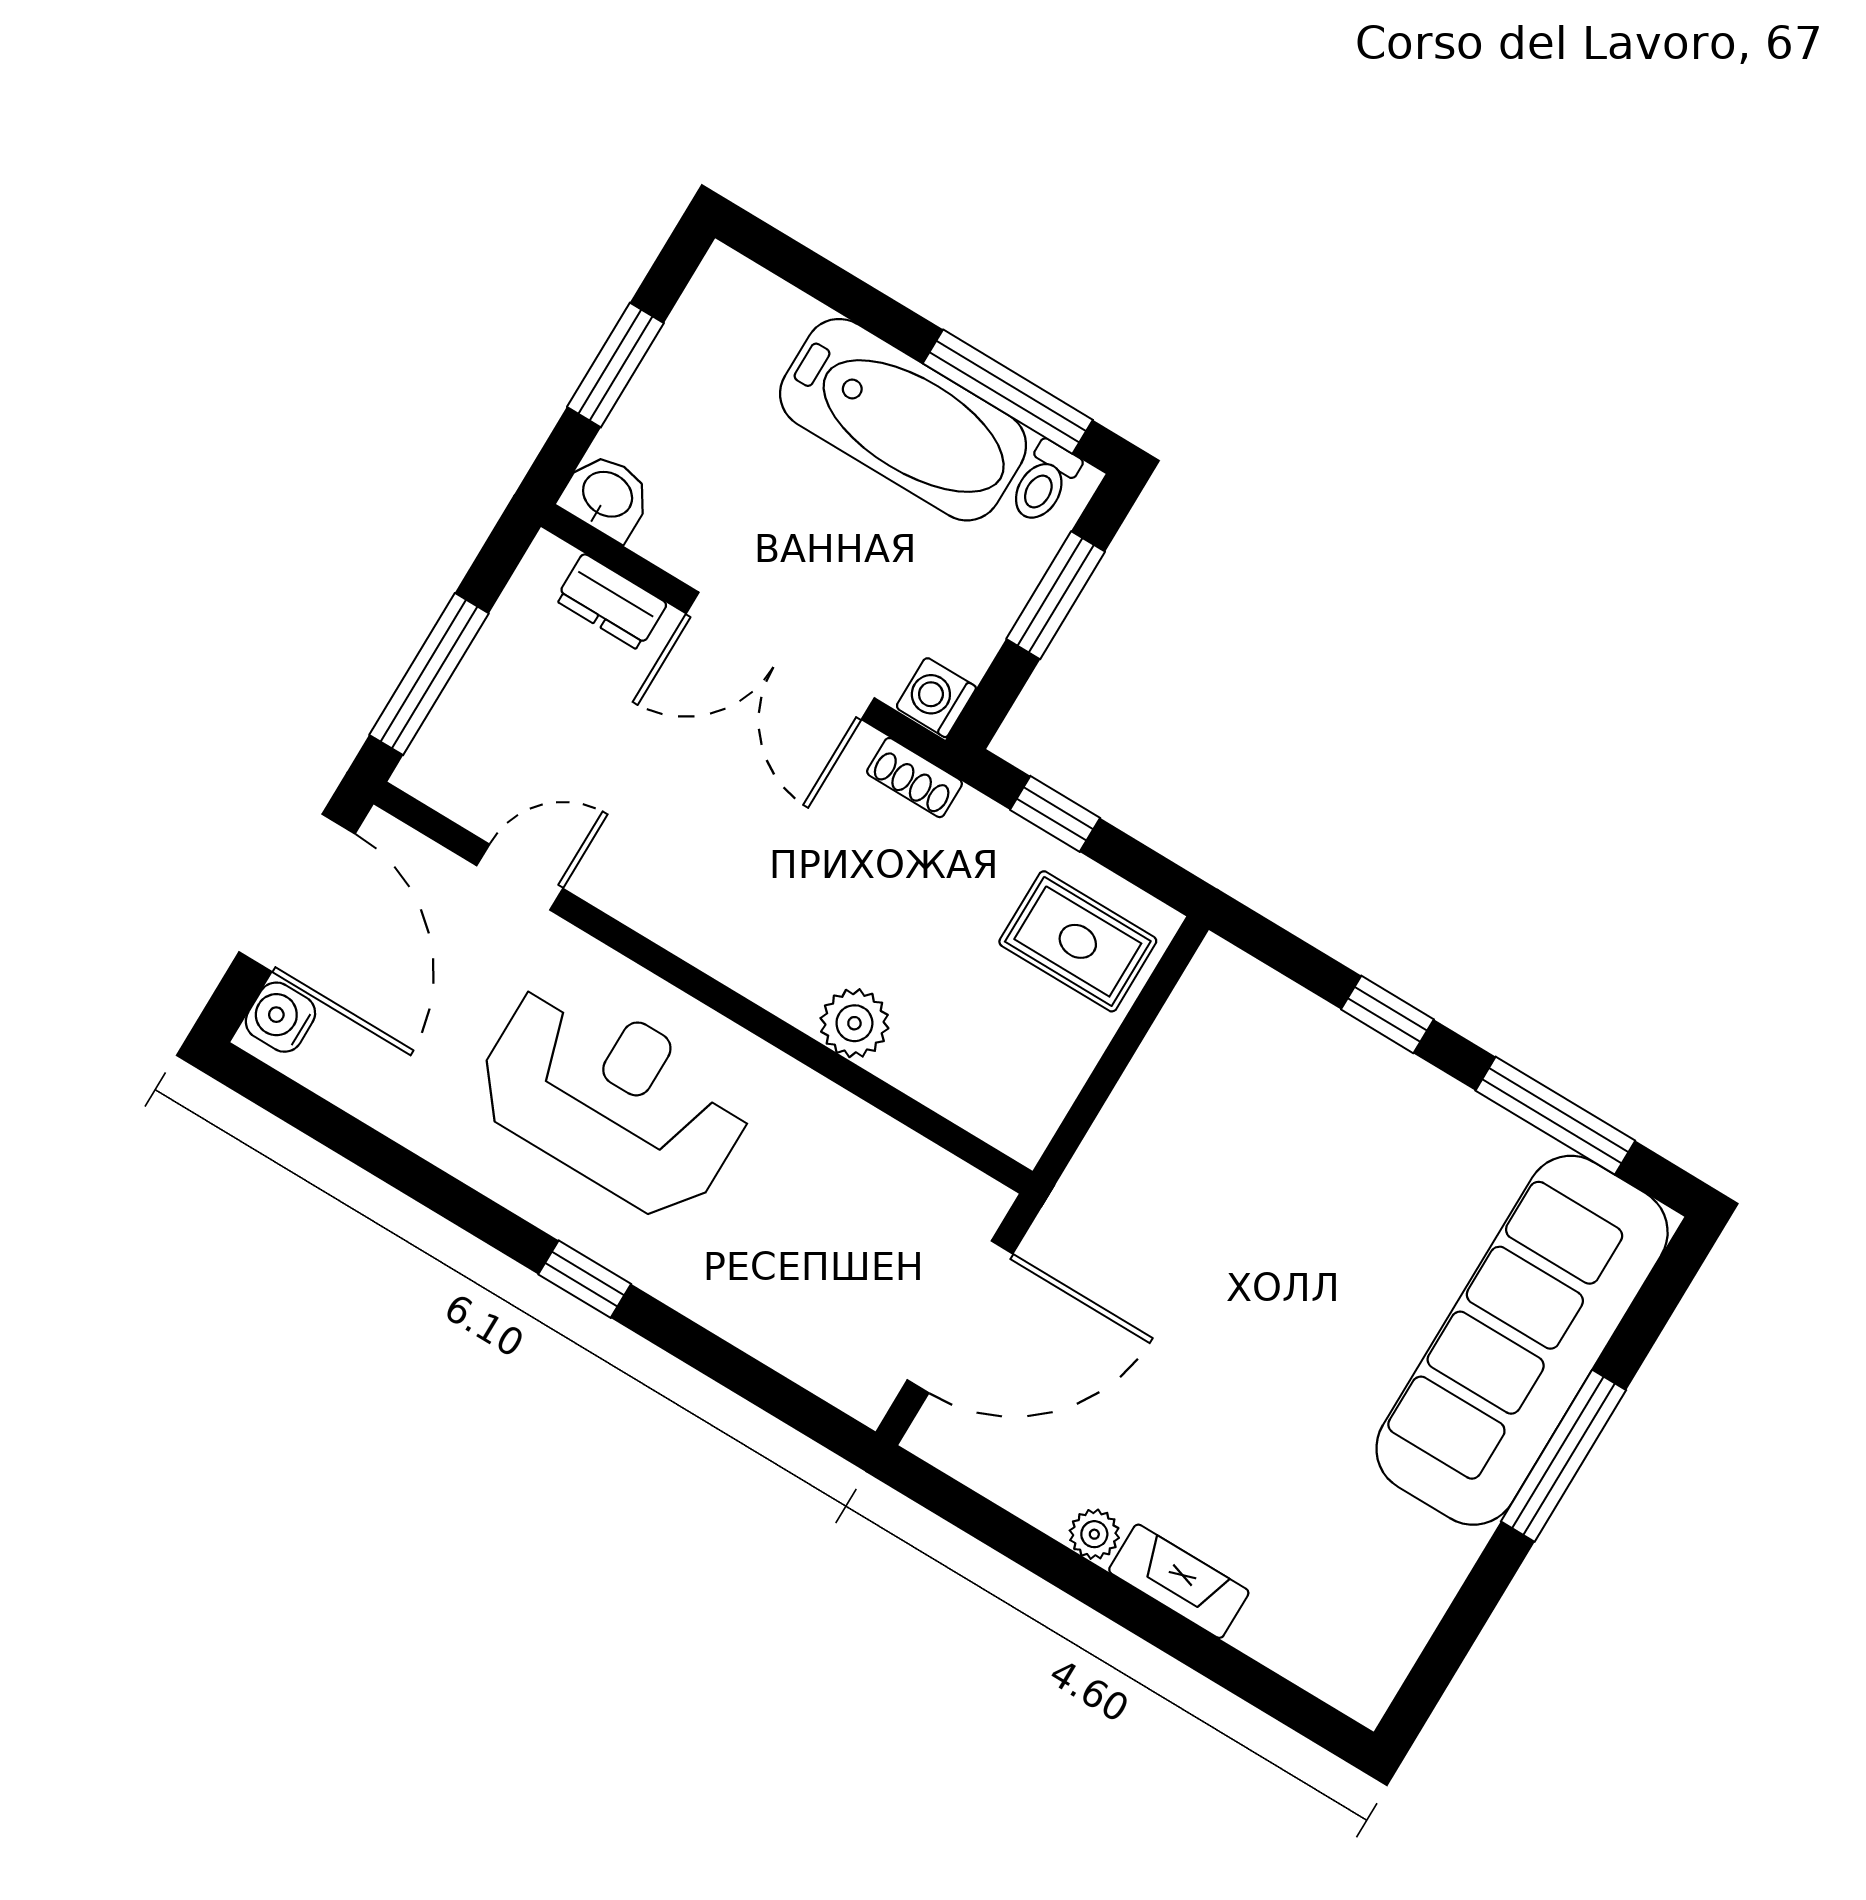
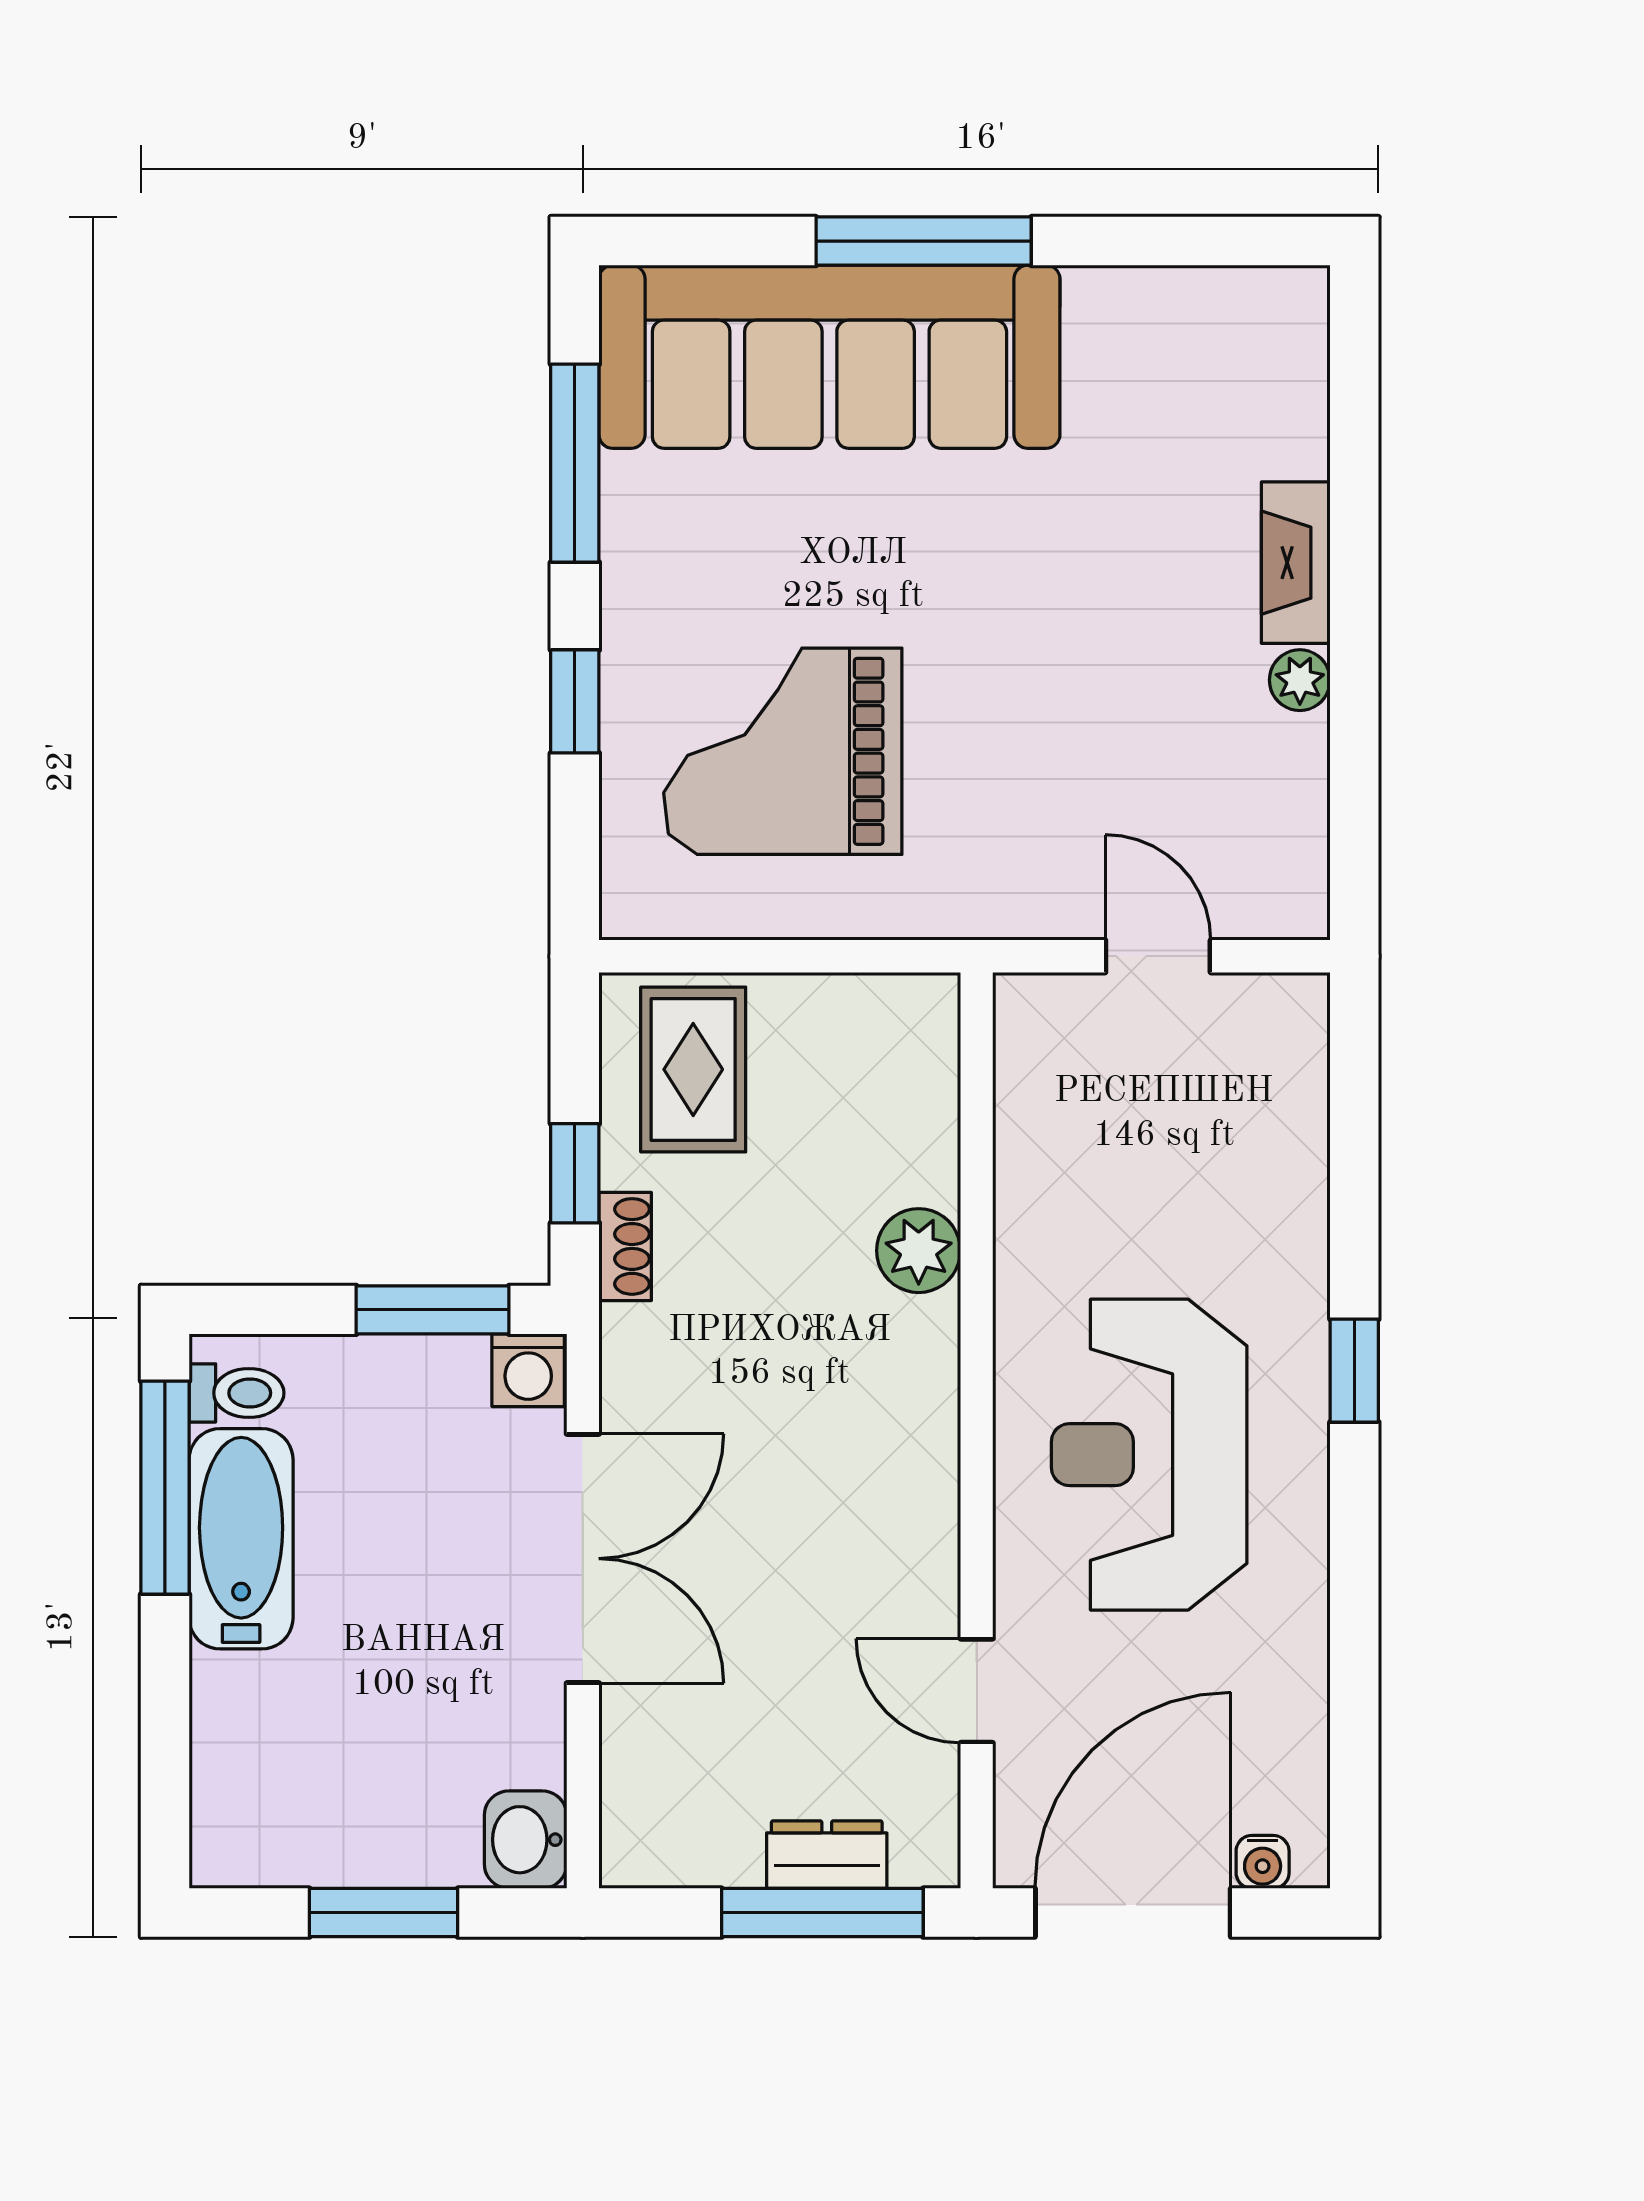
bathtub: (903, 420) -> (241, 1539), width x0.73, depth x0.73
window: (1056, 595) -> (433, 1310), moved
dresser: (611, 602) -> (827, 1855), moved, turned -90
shoe rack: (915, 778) -> (625, 1246), moved
water cooler: (280, 1017) -> (1263, 1862), width x0.72, depth x0.72
grand piano: (1264, 1140) -> (783, 751), added
door: (960, 1317) -> (1158, 956), width x0.53

